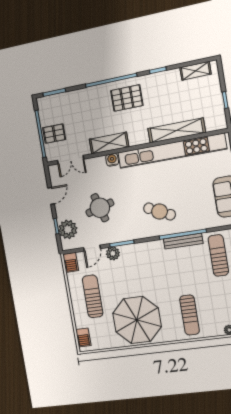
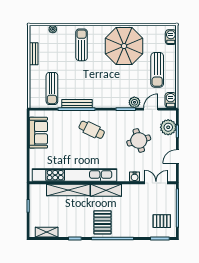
pallet: (127, 98) -> (103, 222), turned 90
pallet: (54, 134) -> (162, 221), moved
shelving: (109, 143) -> (106, 190), moved
water cooler: (112, 160) -> (135, 177), moved

